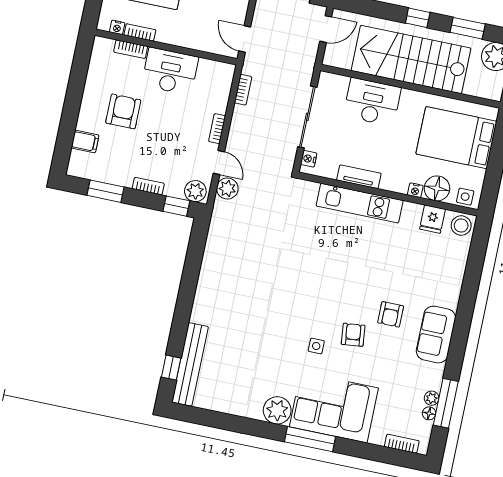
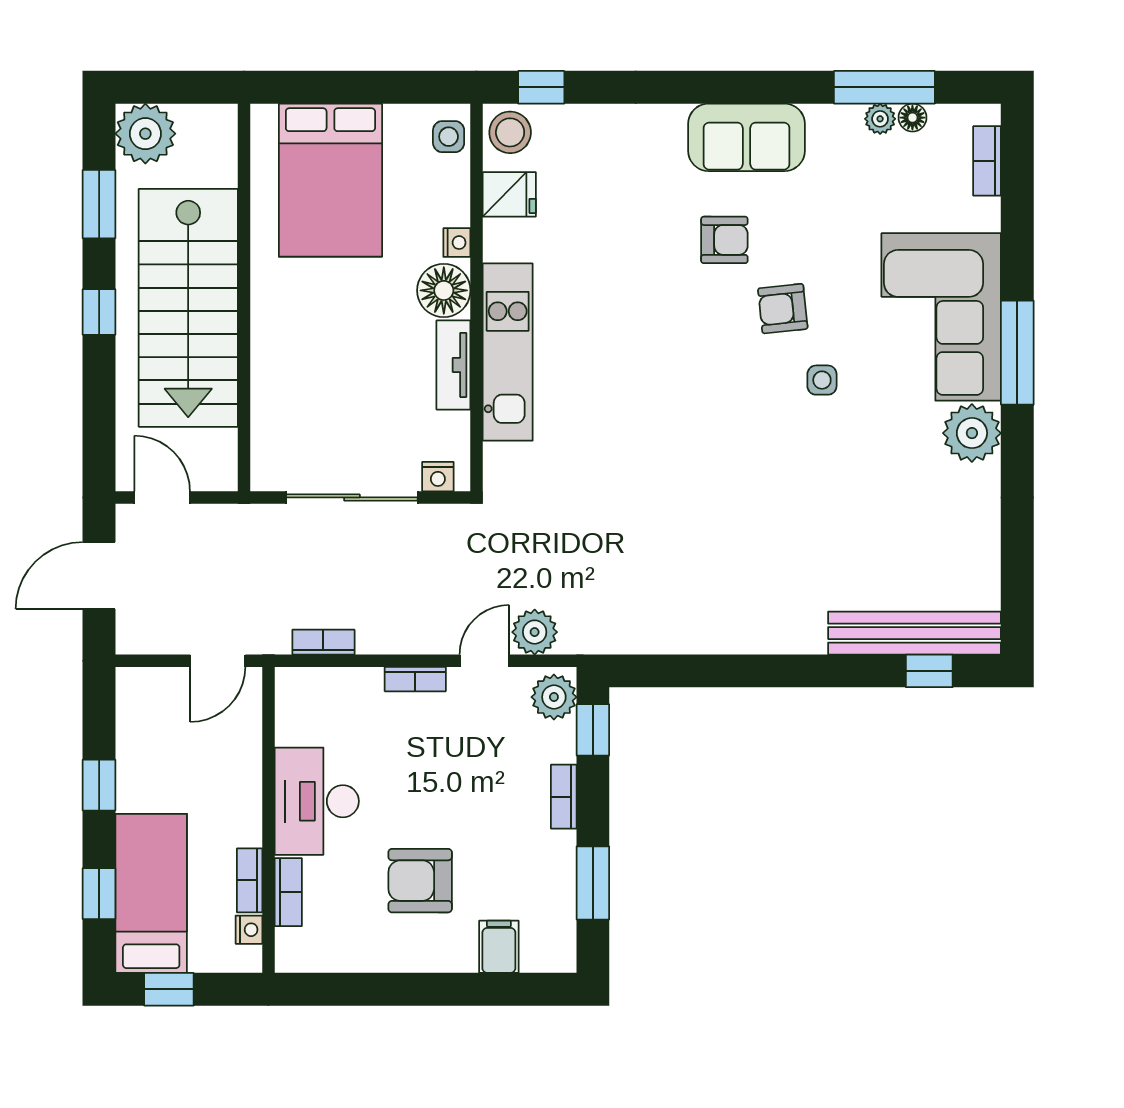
desk: (372, 102) -> (293, 370), removed
floor lamp: (437, 188) -> (444, 290), moved
window: (479, 244) -> (541, 87), added

